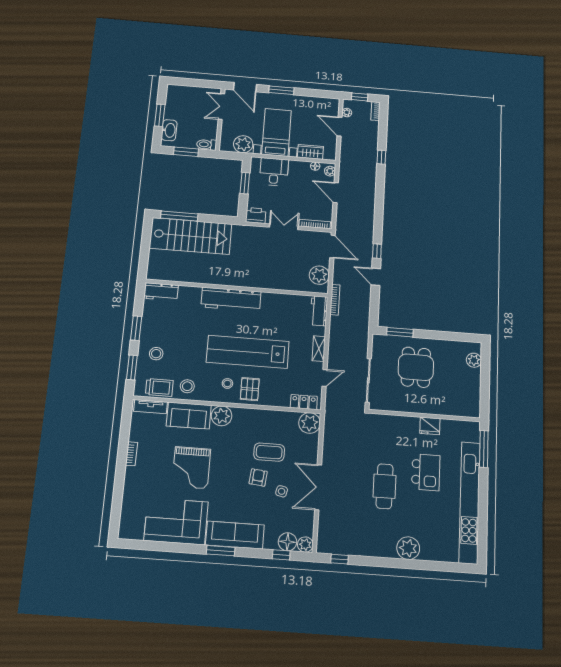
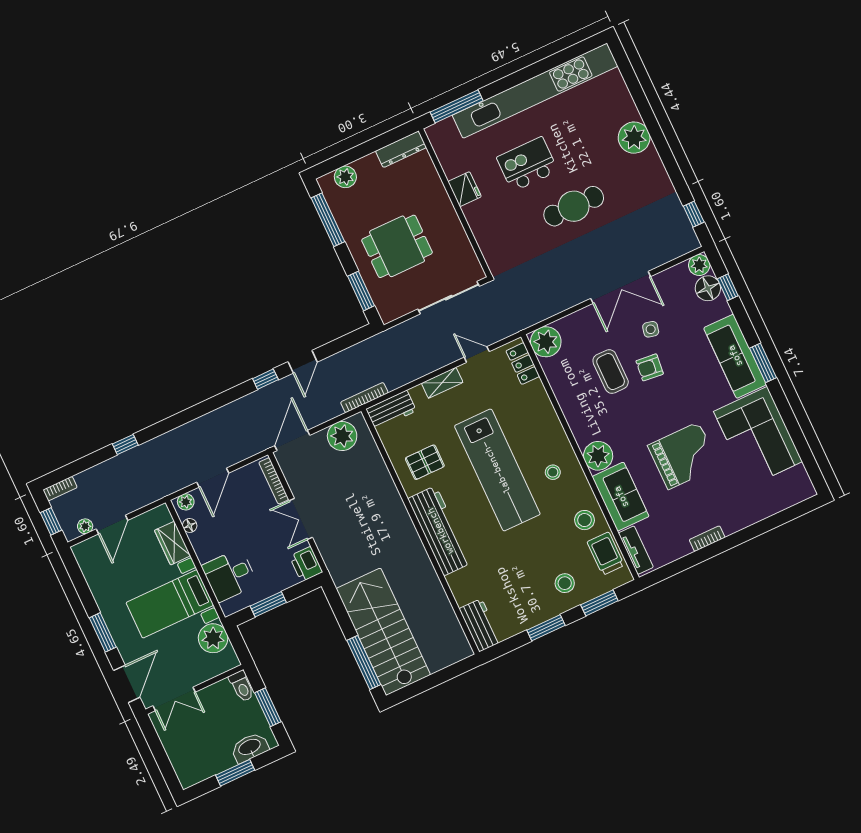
window: (453, 336) -> (328, 220), added
pallet: (250, 389) -> (425, 462), moved
dresser: (474, 402) -> (401, 149), added

